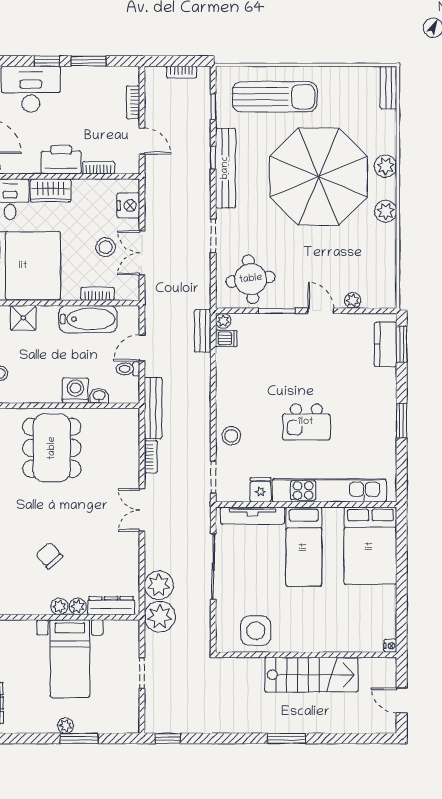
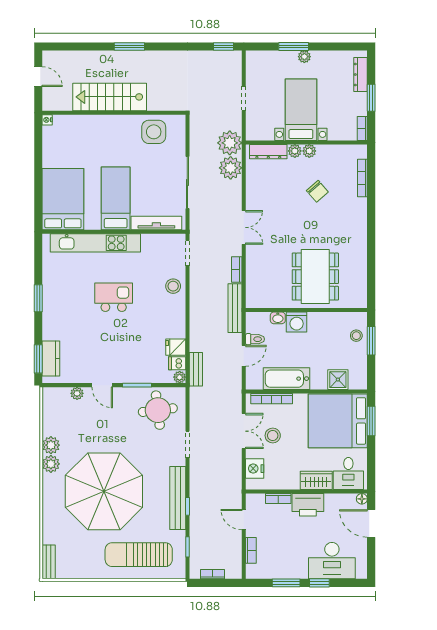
plant: (386, 166) -> (51, 445), moved
bookcase: (97, 294) -> (272, 399), width x1.56
fridge: (261, 490) -> (176, 347), moved, turned 90

